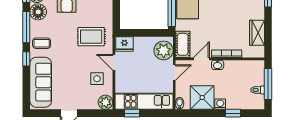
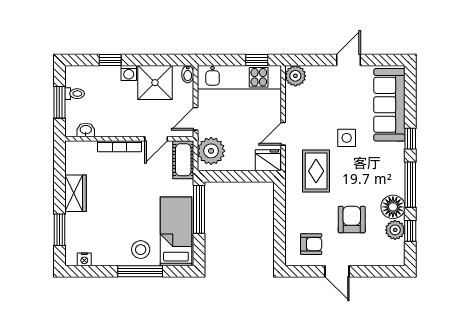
wardrobe: (257, 33) -> (75, 193), moved
rug: (91, 37) -> (316, 171), turned 90
coffee table: (42, 43) -> (388, 161), removed
door: (114, 62) -> (283, 134), swing flipped
washbasin: (218, 65) -> (86, 130), moved
side table: (97, 79) -> (347, 138), moved
window: (268, 84) -> (59, 102), width x0.69

